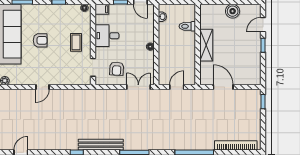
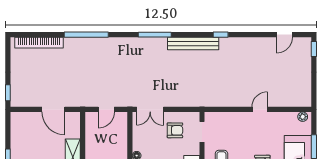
armchair: (117, 69) -> (175, 130), turned 87

